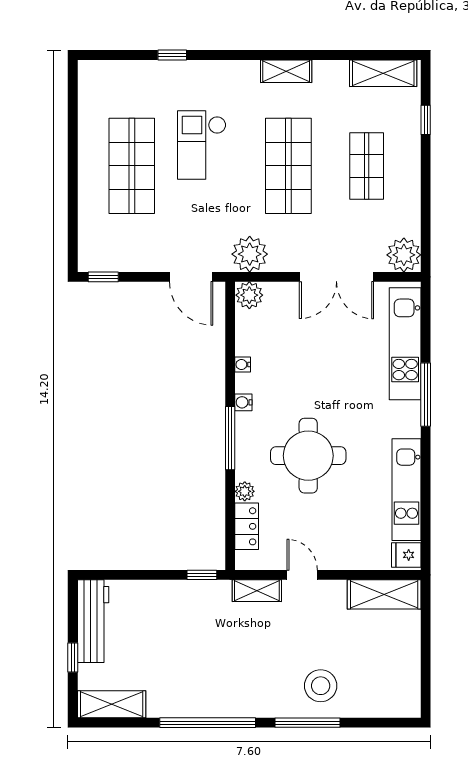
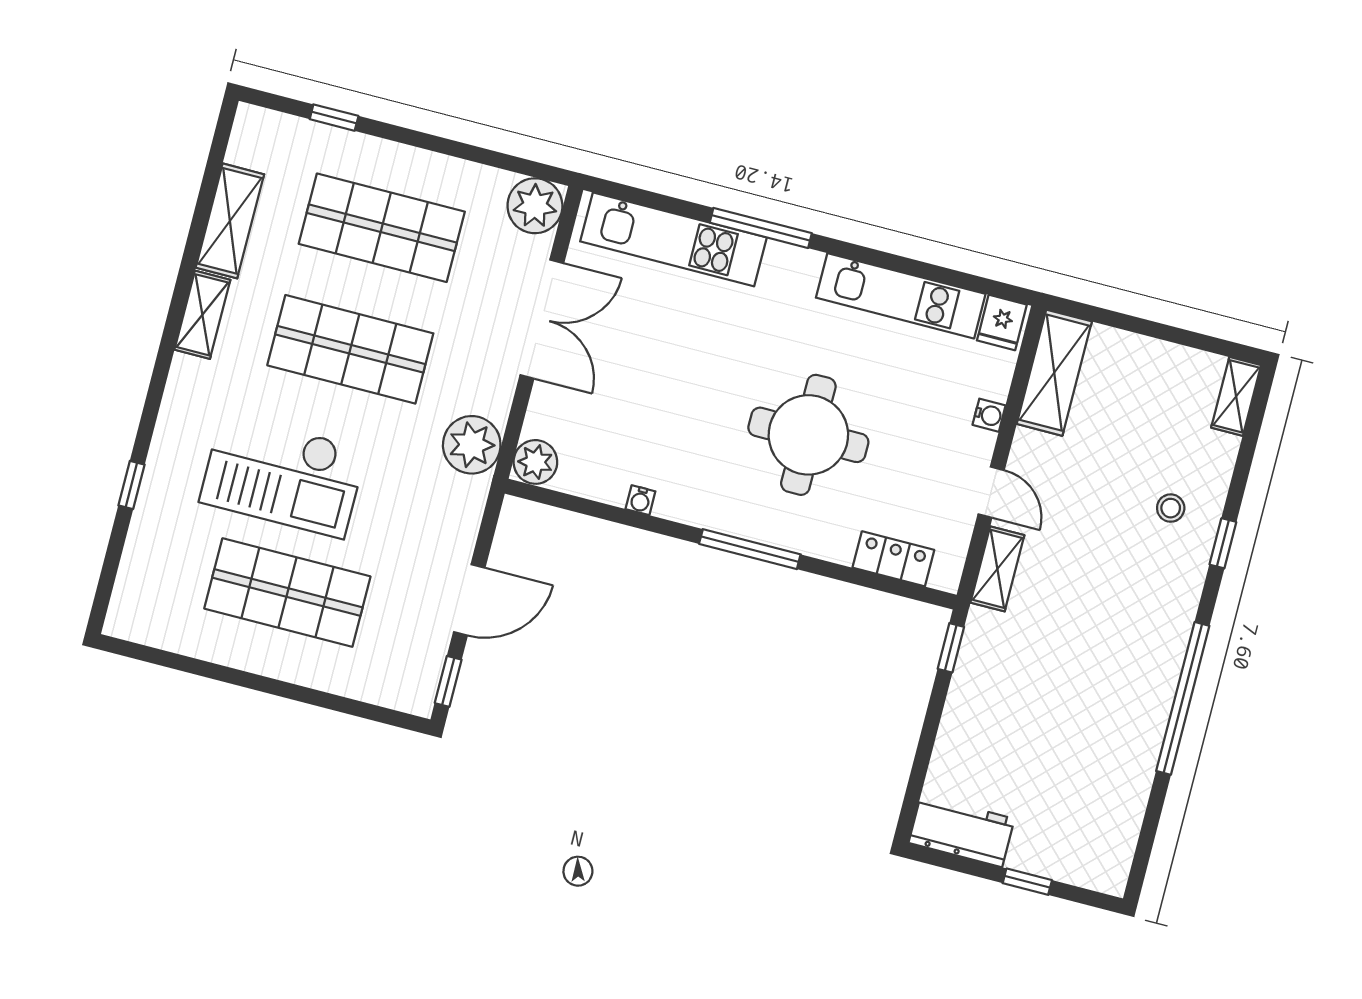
shelving: (383, 73) -> (230, 221), moved
checkout: (202, 145) -> (283, 475), width x1.36, depth x1.21
shop shelf: (367, 166) -> (382, 228), width x1.43, depth x1.36
door: (191, 277) -> (469, 600), moved
water cooler: (243, 402) -> (989, 415), moved, turned -90
plant: (245, 491) -> (838, 548), removed
door: (302, 575) -> (991, 492), swing flipped
workbench: (93, 621) -> (961, 831), width x0.73
stool: (321, 686) -> (1171, 508), width x0.53, depth x0.53
shelving: (112, 704) -> (1236, 396), moved, width x0.67, depth x0.75
window: (307, 723) -> (1223, 543), width x0.46

